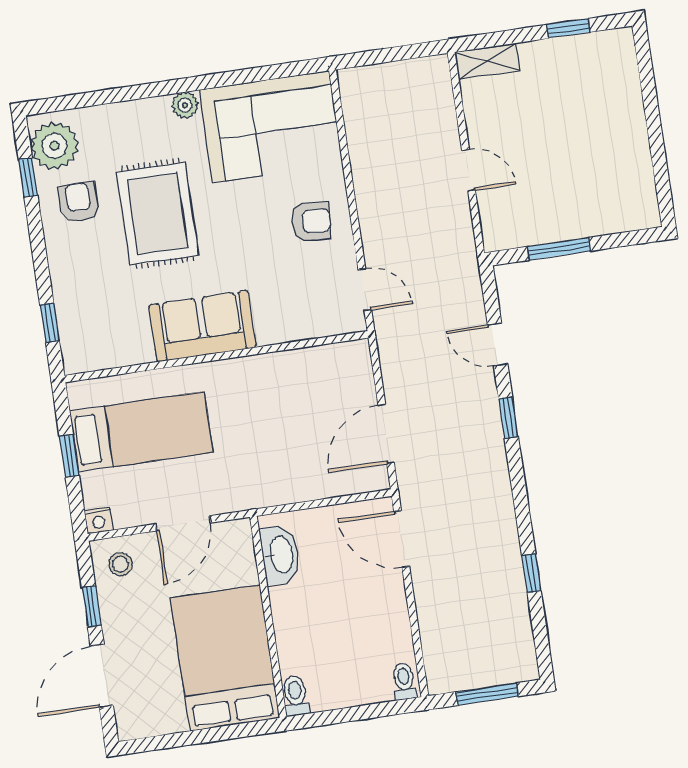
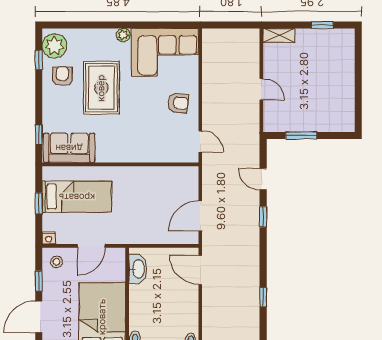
sofa: (202, 326) -> (69, 148), moved

